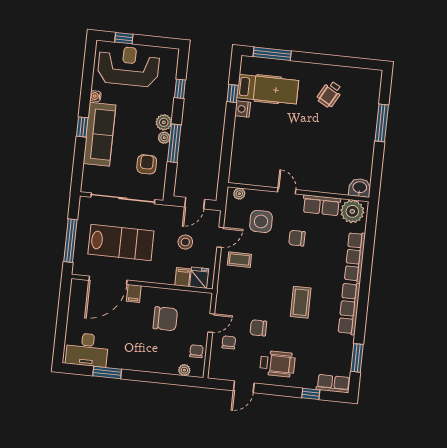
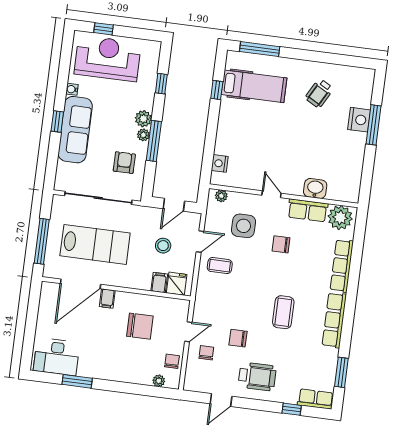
nightstand: (243, 109) -> (220, 163), moved
nightstand: (368, 118) -> (359, 120), added
washbasin: (360, 188) -> (315, 188), moved

